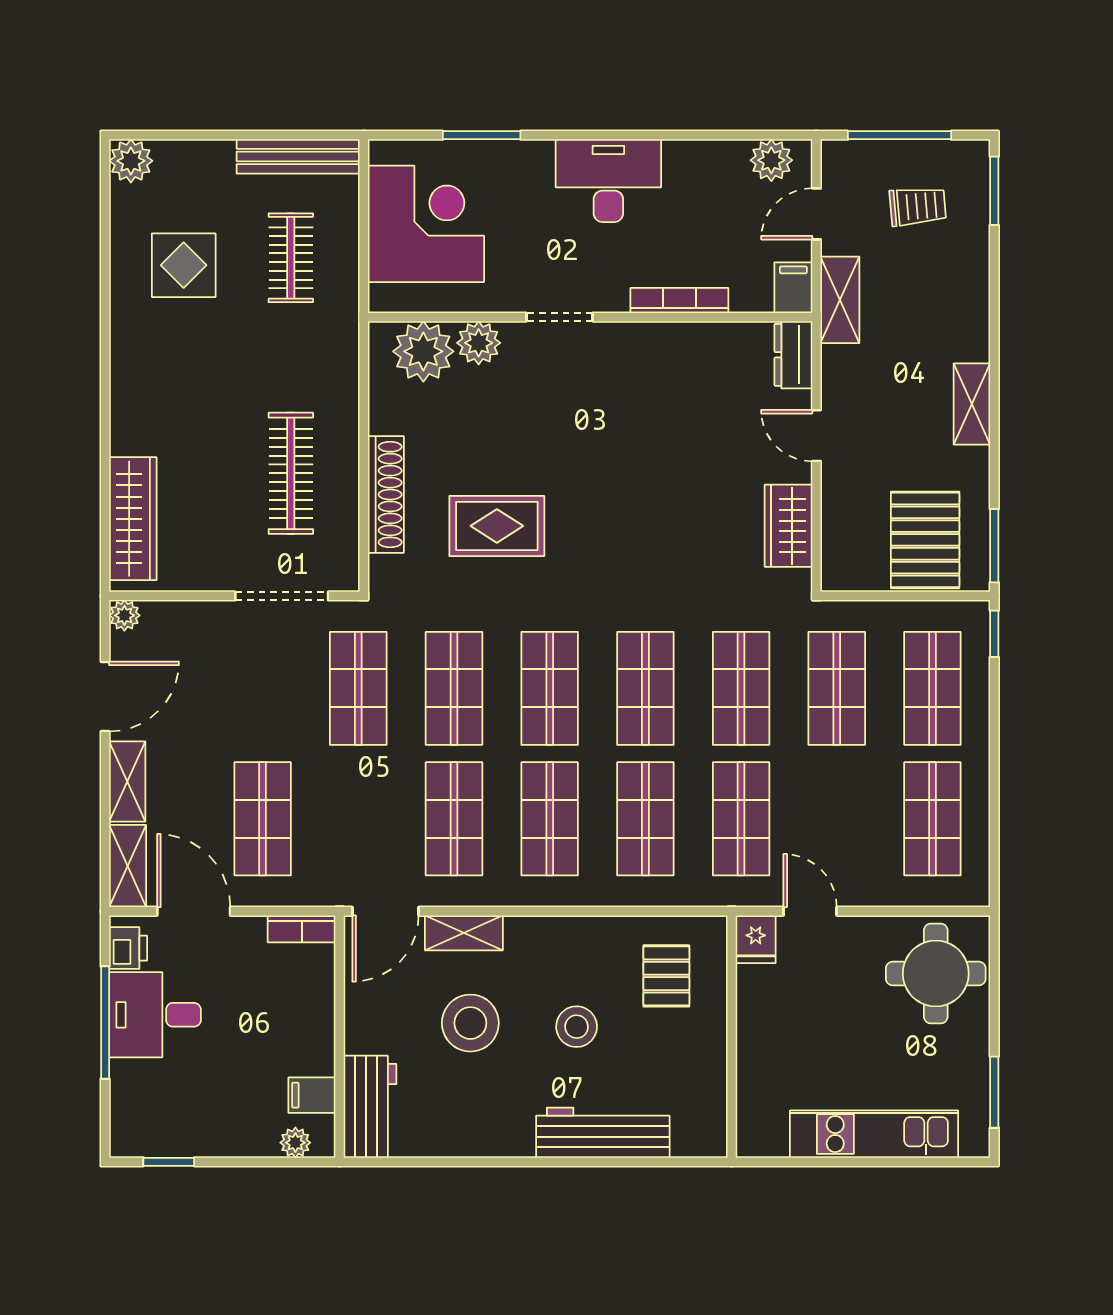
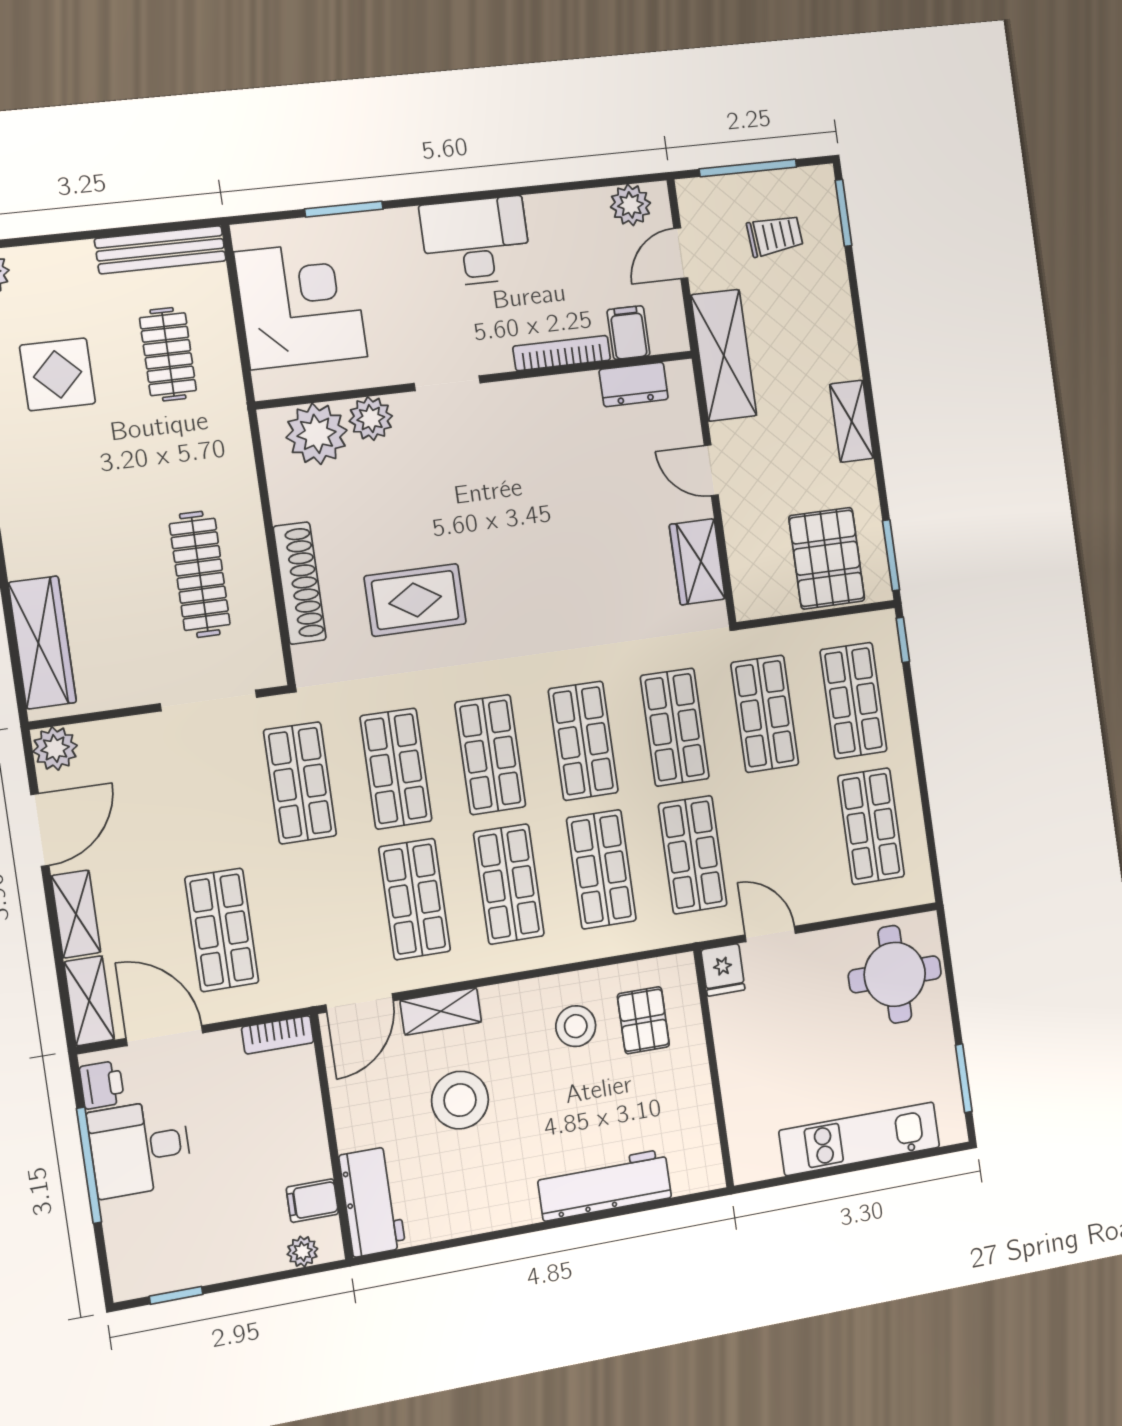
filing cabinet: (793, 288) -> (628, 333), moved
shelving: (840, 300) -> (724, 355), width x1.50, depth x1.33
dresser: (793, 355) -> (634, 384), moved, turned -90
plant: (124, 615) -> (55, 749), width x1.38, depth x1.38
stool: (577, 1027) -> (576, 1026), moved

